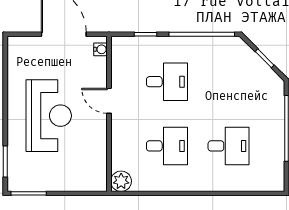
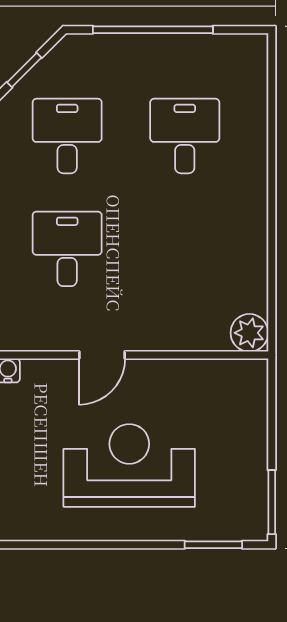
desk: (167, 146) -> (67, 136), moved

